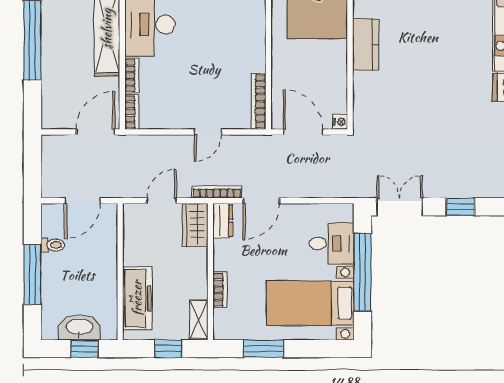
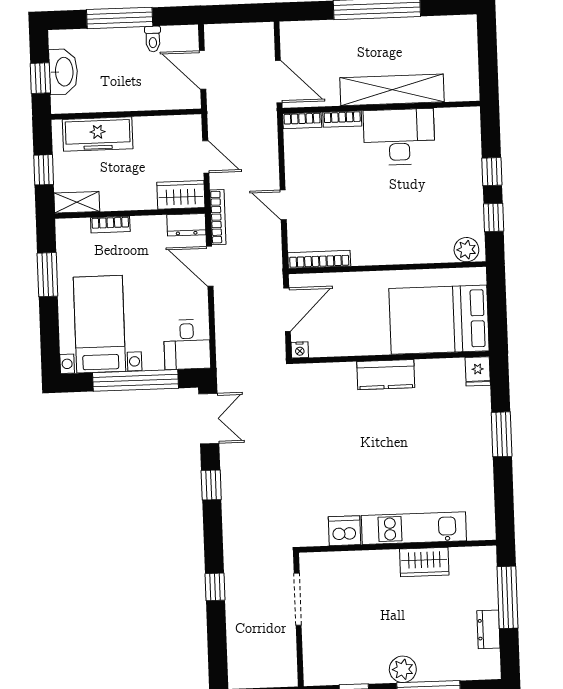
desk: (332, 244) -> (187, 344), moved

